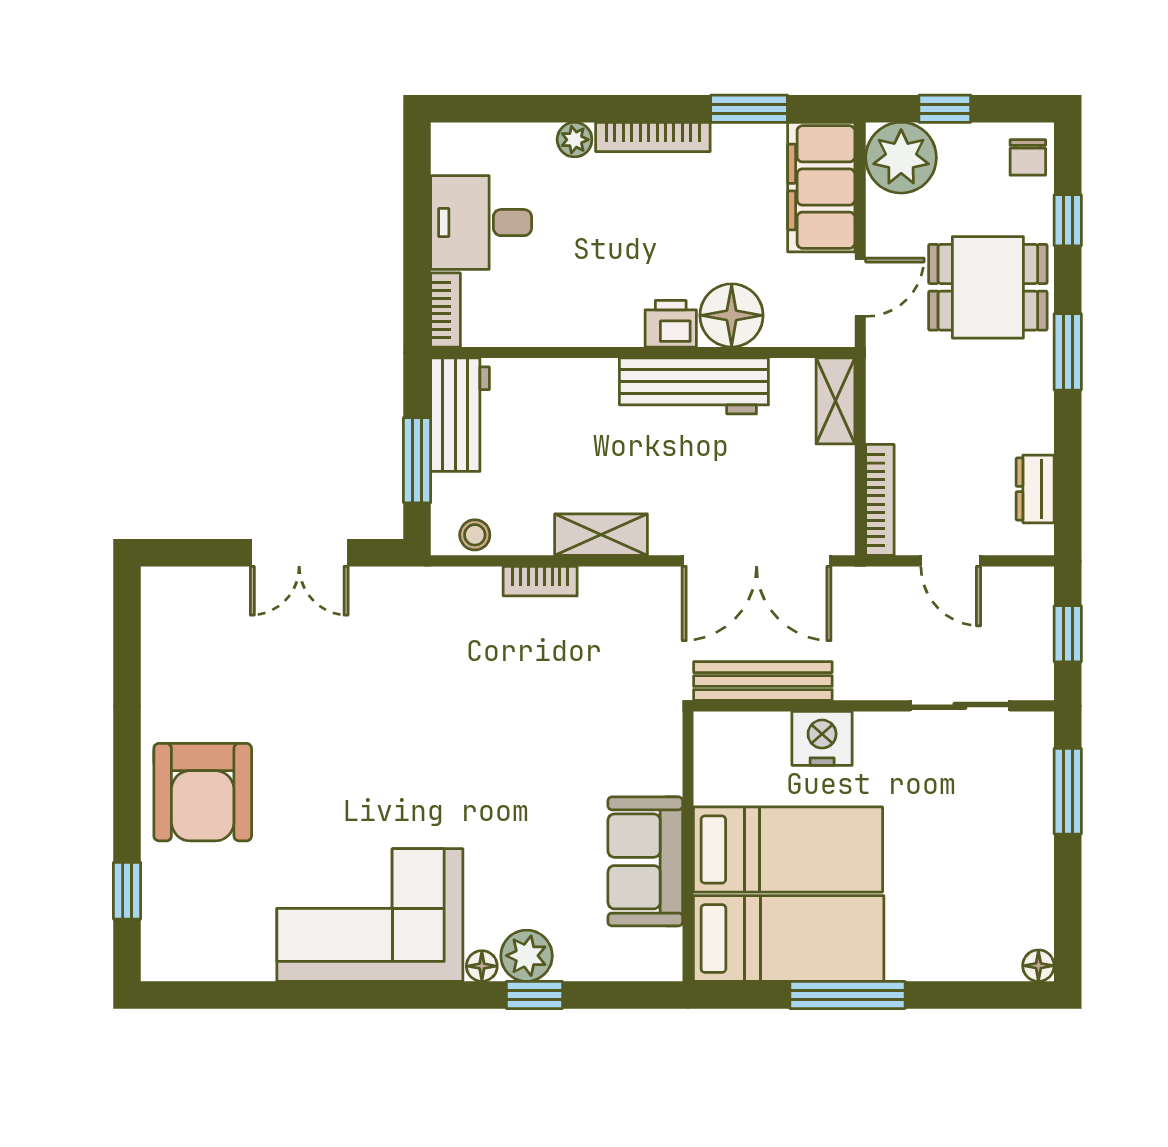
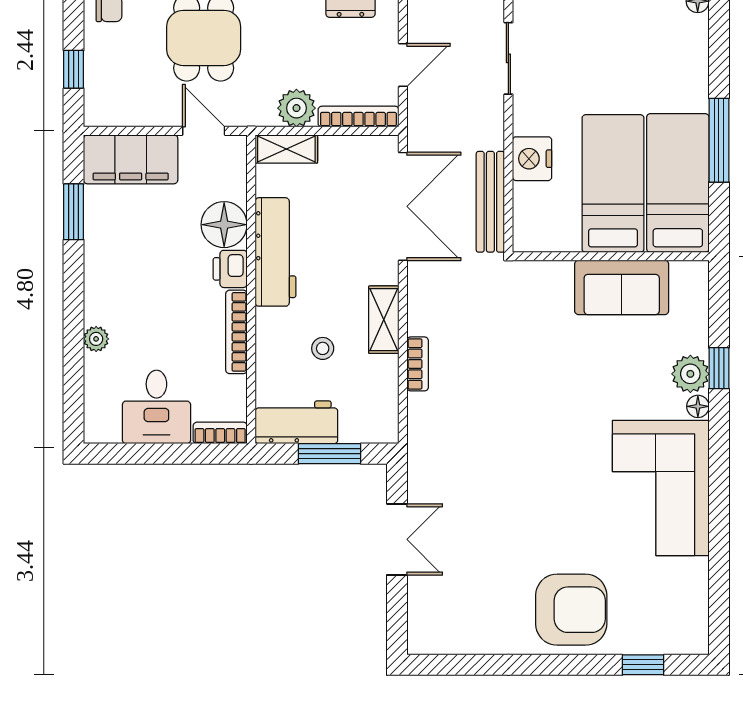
bookcase: (653, 137) -> (236, 332), moved, turned 180
plant: (901, 158) -> (296, 108), moved, width x0.73, depth x0.73
stool: (475, 535) -> (323, 348), moved

